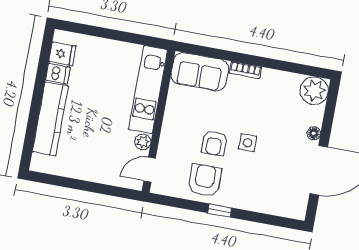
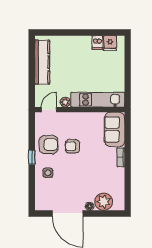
plant: (314, 91) -> (104, 202), moved
kitchen counter: (50, 119) -> (42, 62), moved, turned -90
side table: (248, 143) -> (48, 173), moved
door: (150, 170) -> (49, 110), hinge flipped

